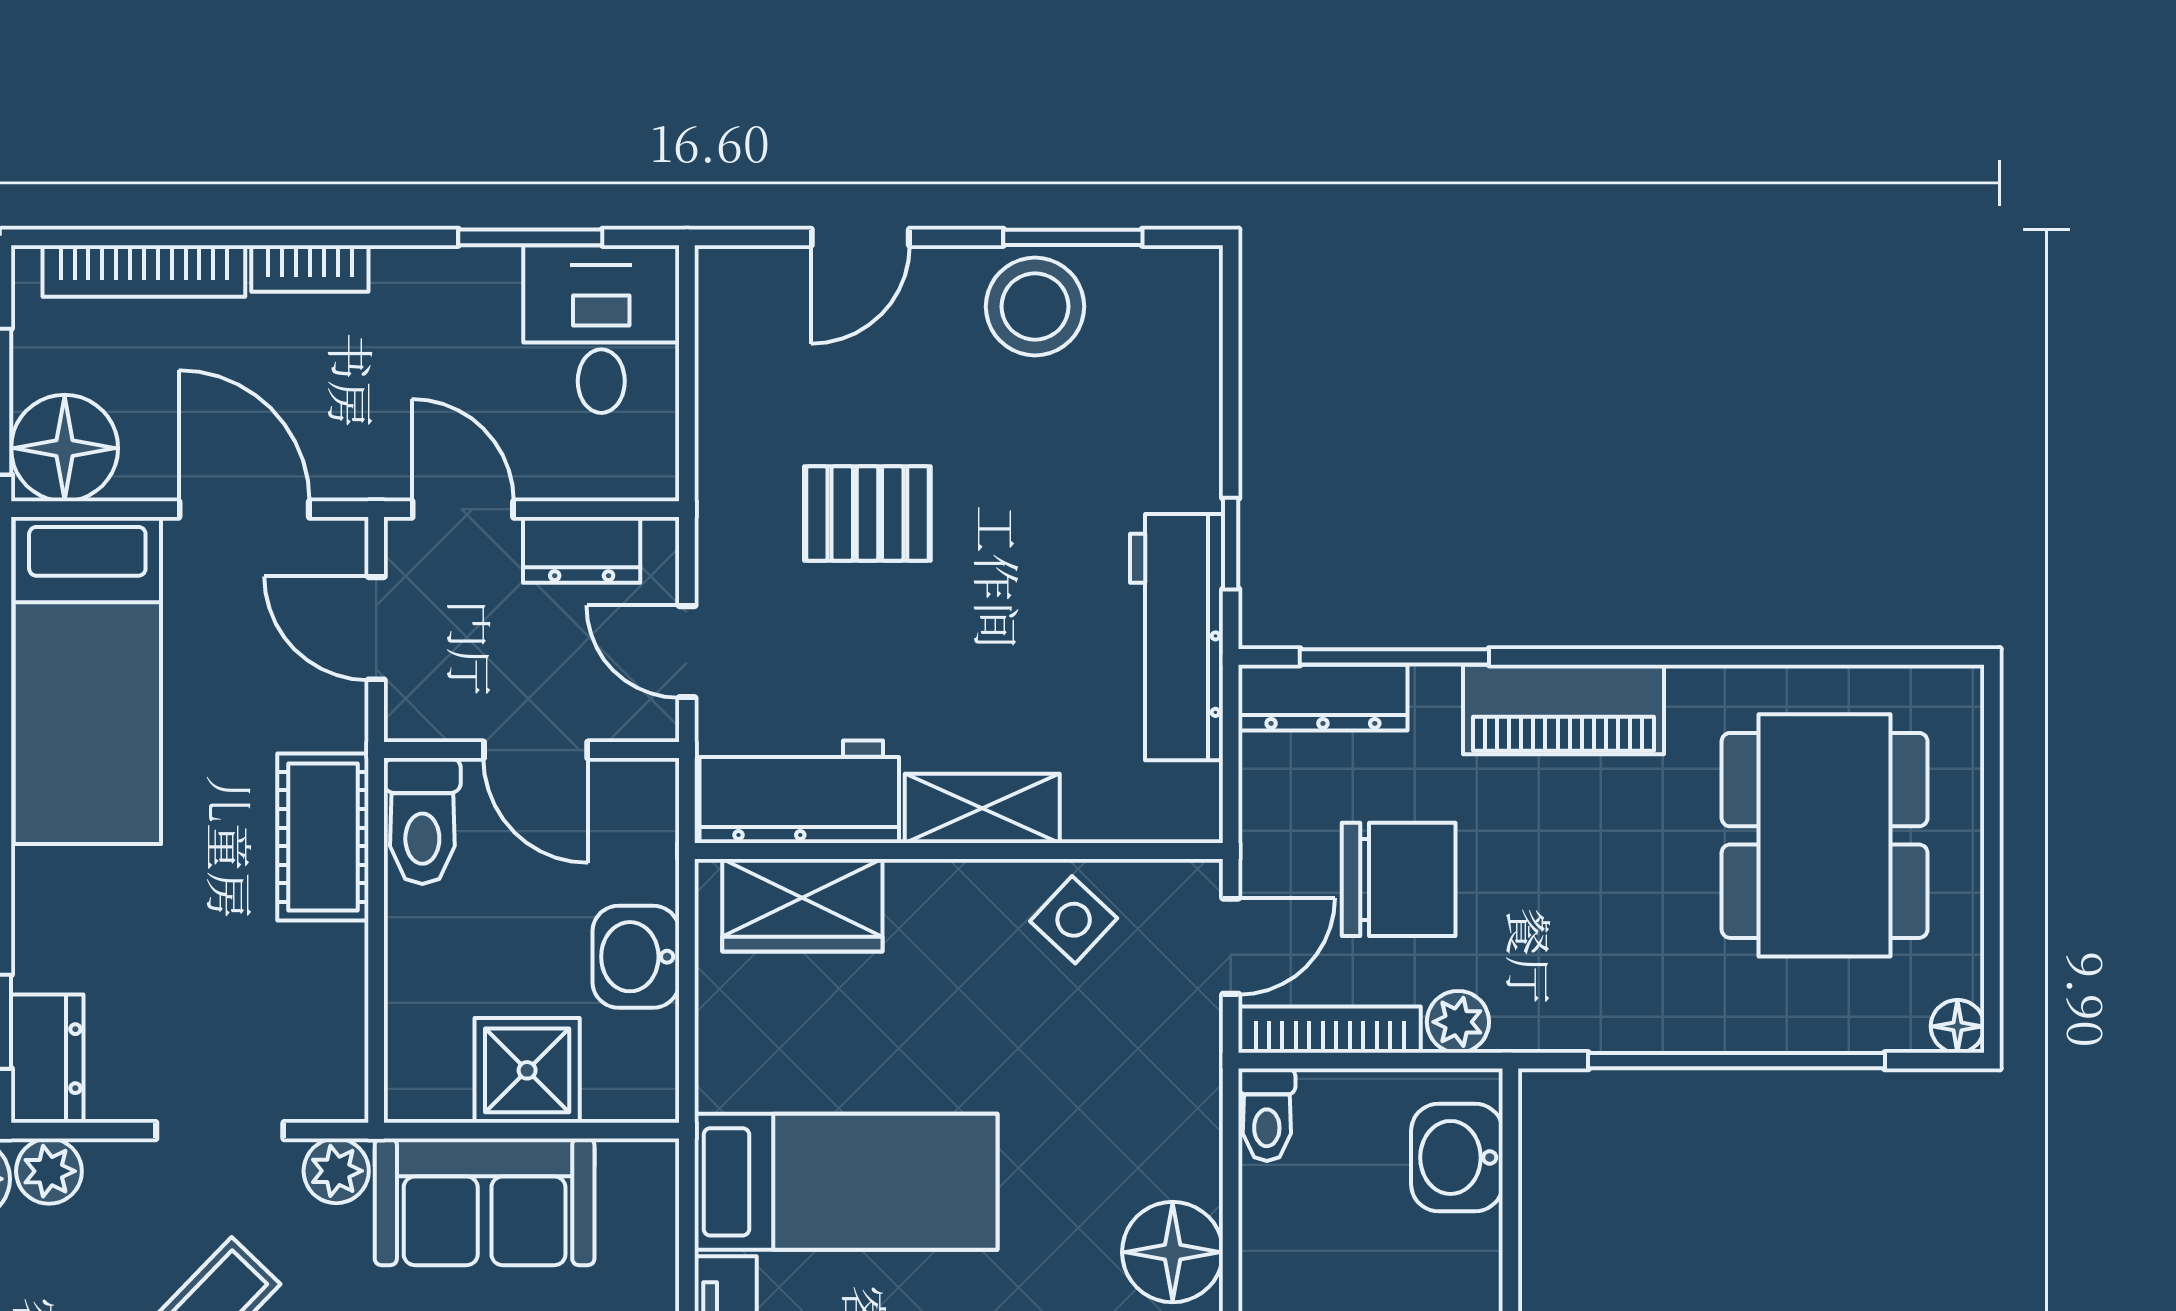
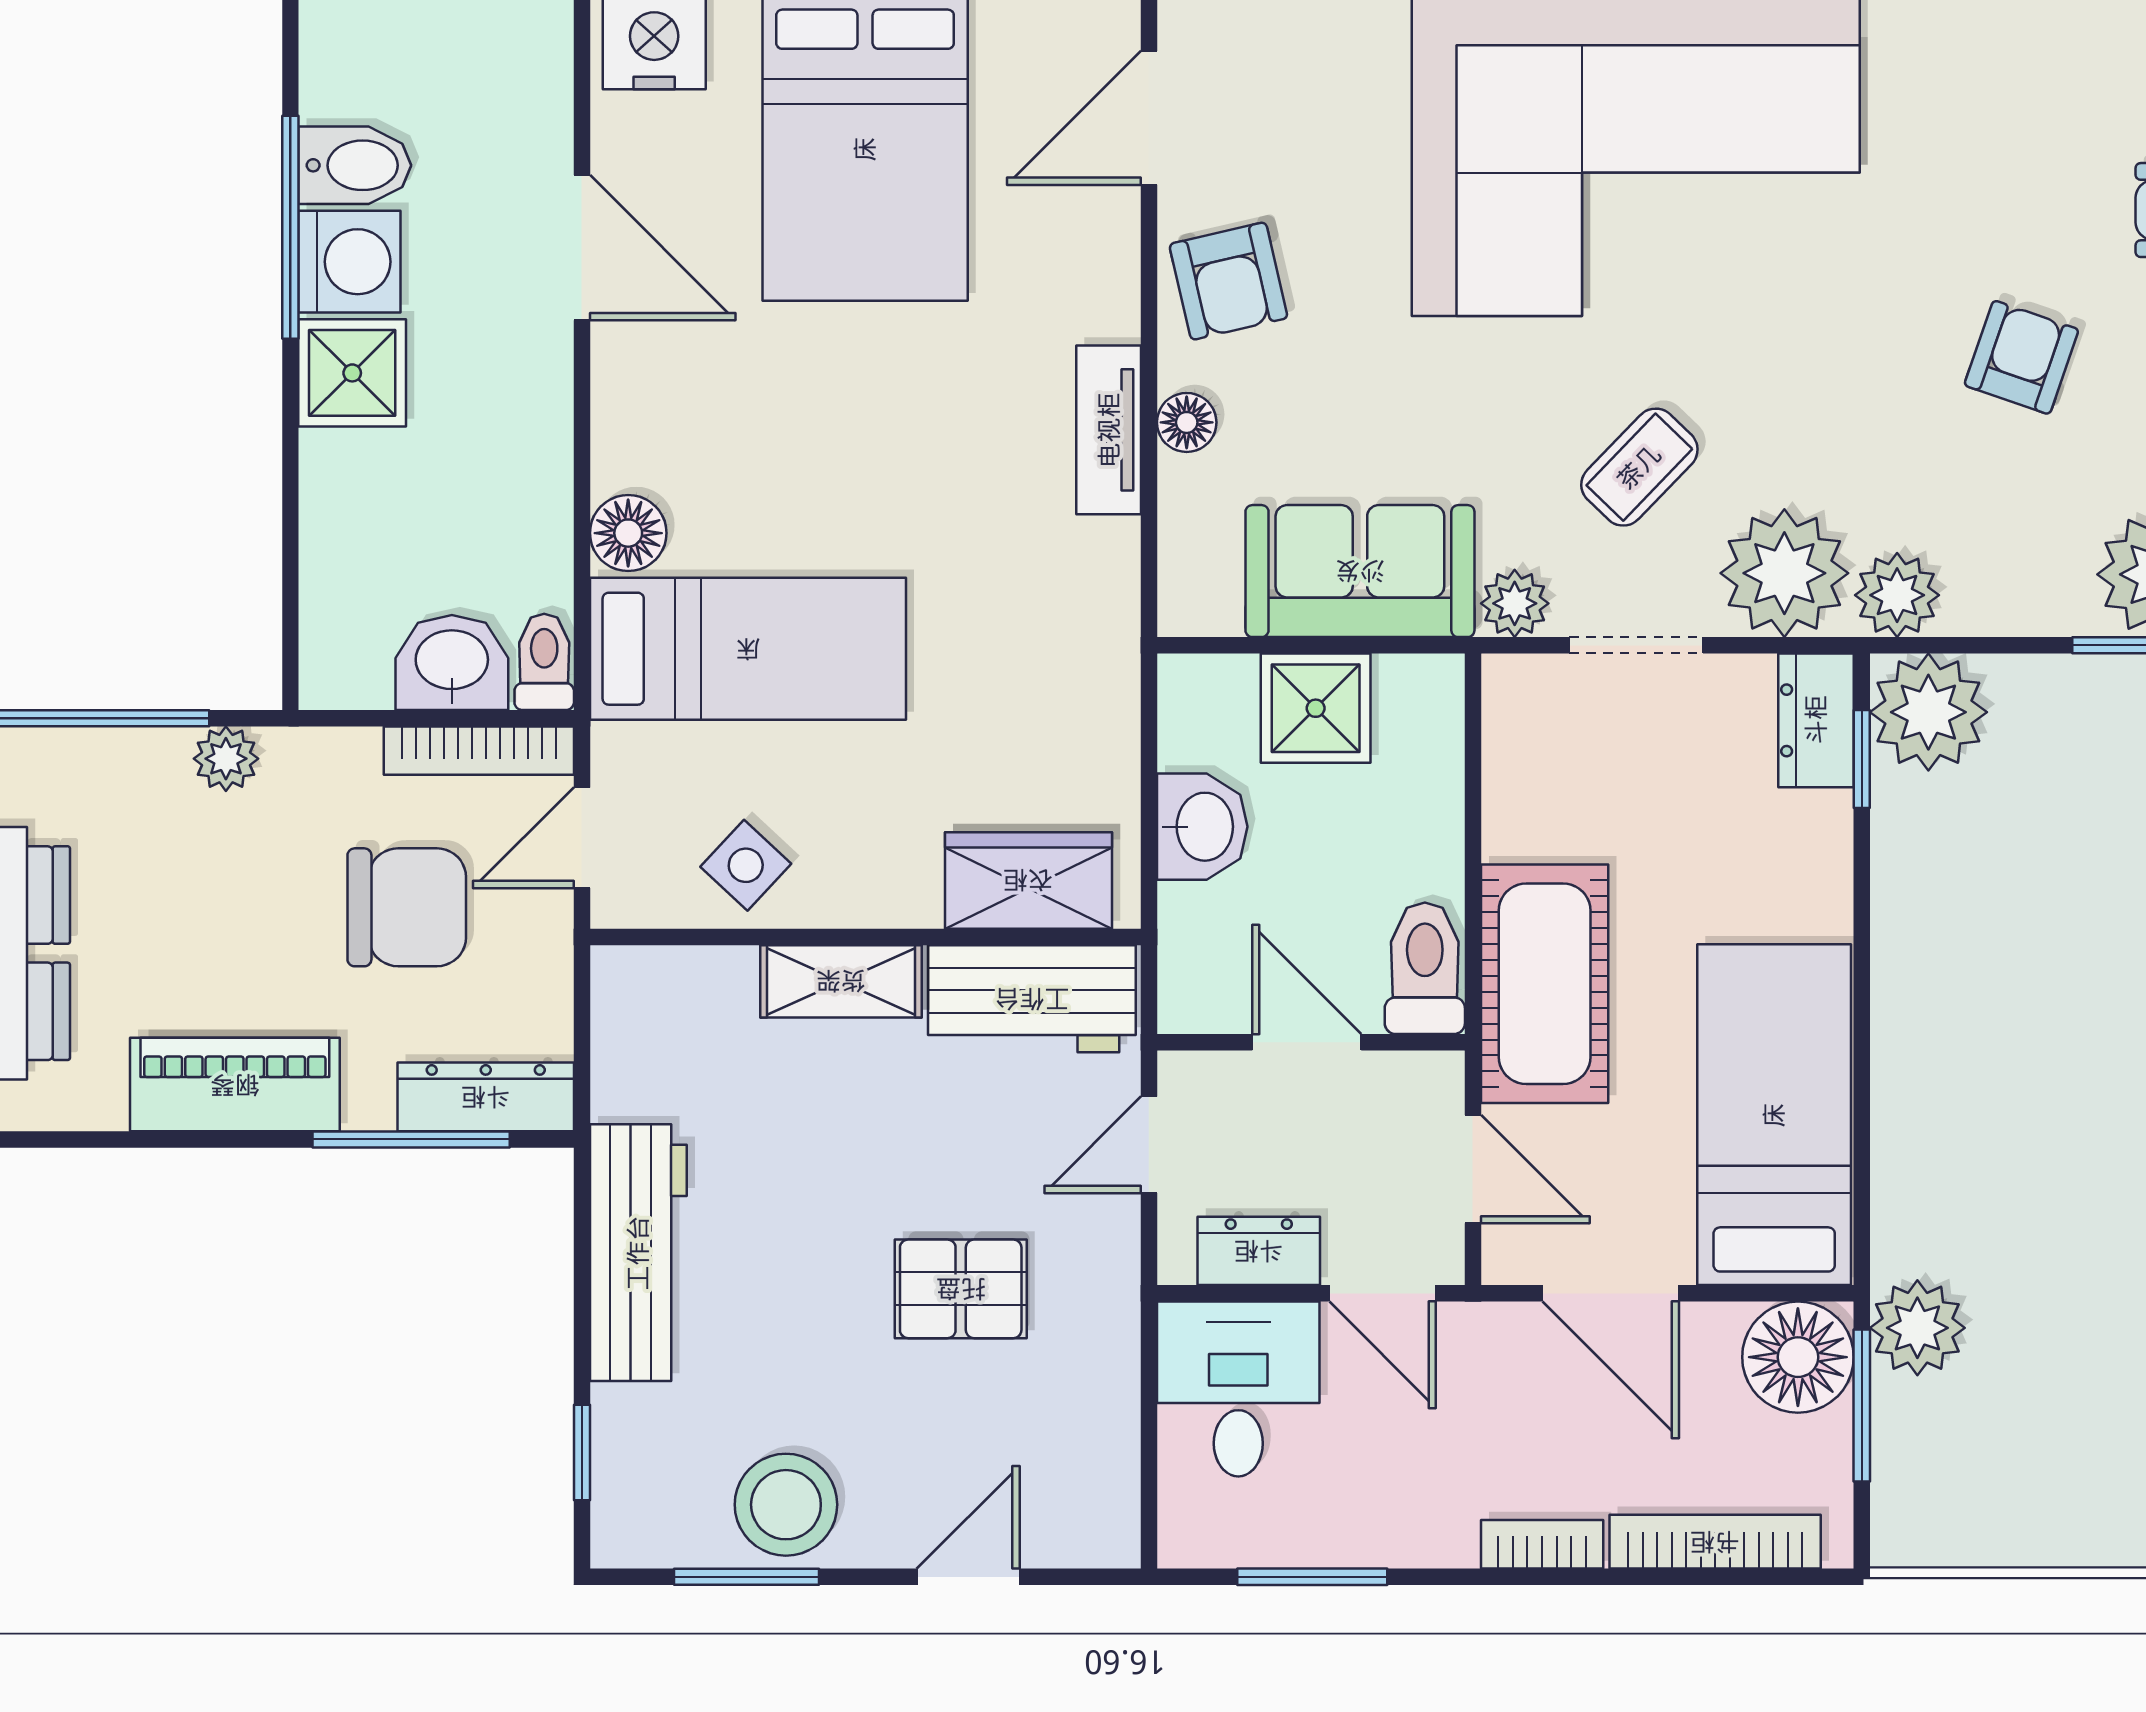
desk: (601, 329) -> (1238, 1389), moved, turned 180
window: (1231, 544) -> (582, 1453), moved
workbench: (1177, 637) -> (638, 1253), moved
door: (687, 652) -> (1149, 1145), swing flipped
cot: (323, 837) -> (1545, 984), width x1.37, depth x1.34
chair: (1399, 879) -> (407, 907), turned 180
plant: (1458, 1022) -> (226, 759), moved
washbasin: (1457, 1157) -> (452, 663), moved, turned -90
plant: (49, 1171) -> (1784, 573), width x1.87, depth x1.87
bed: (846, 1182) -> (748, 649), moved, turned 180
floor lamp: (1173, 1252) -> (628, 533), width x0.73, depth x0.73

